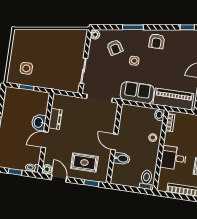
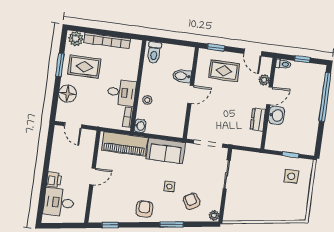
door: (114, 142) -> (191, 95), hinge flipped
desk: (173, 158) -> (122, 93), moved
plant: (47, 169) -> (264, 80), moved

